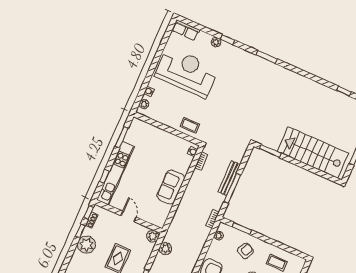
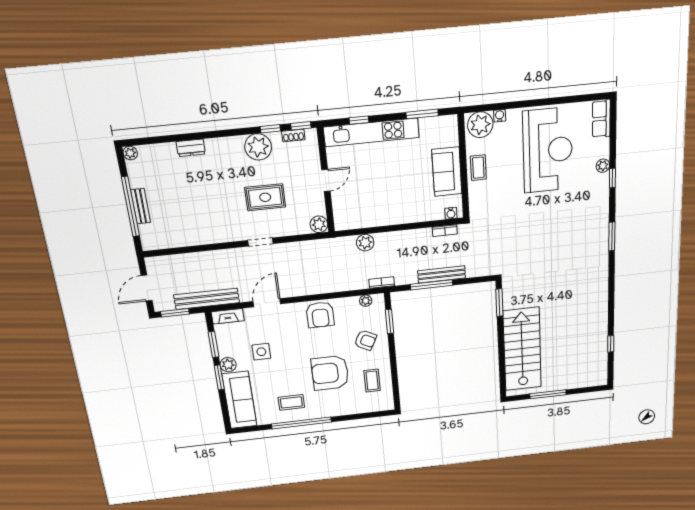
plant: (144, 104) -> (480, 125), width x1.88, depth x1.88
coffee table: (190, 125) -> (478, 168), moved
sofa: (171, 187) -> (447, 172), moved, turned -90
plant: (165, 249) -> (365, 243), moved

